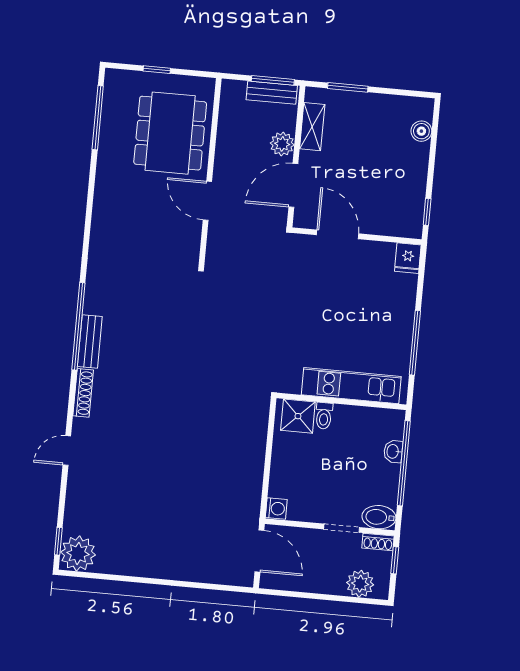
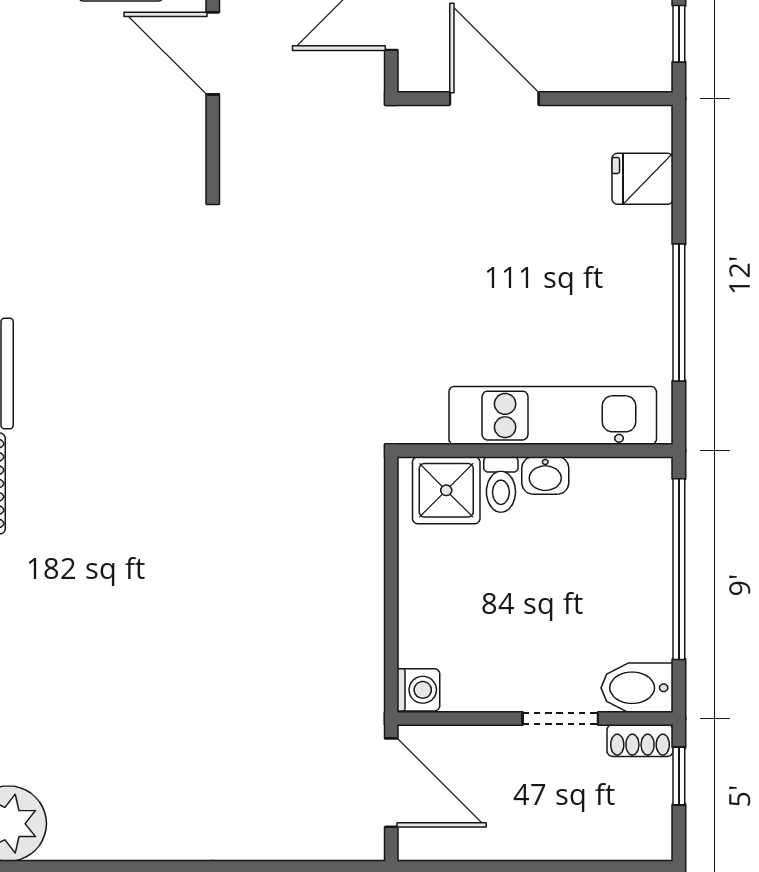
fridge: (408, 258) -> (643, 179), moved, turned 90
washbasin: (393, 451) -> (545, 475), moved, turned -90
plant: (360, 584) -> (610, 832), removed

